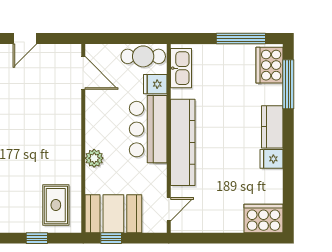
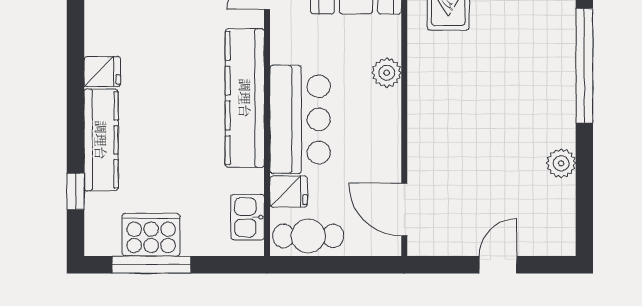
cooker: (270, 65) -> (151, 235), moved, turned -90
kitchen sink: (181, 68) -> (248, 217), width x0.73
window: (288, 84) -> (76, 191), width x0.46
kitchen counter: (272, 127) -> (101, 140), width x1.50

